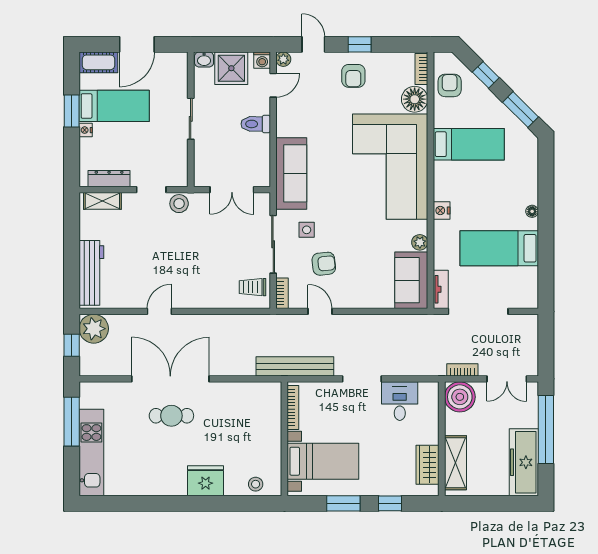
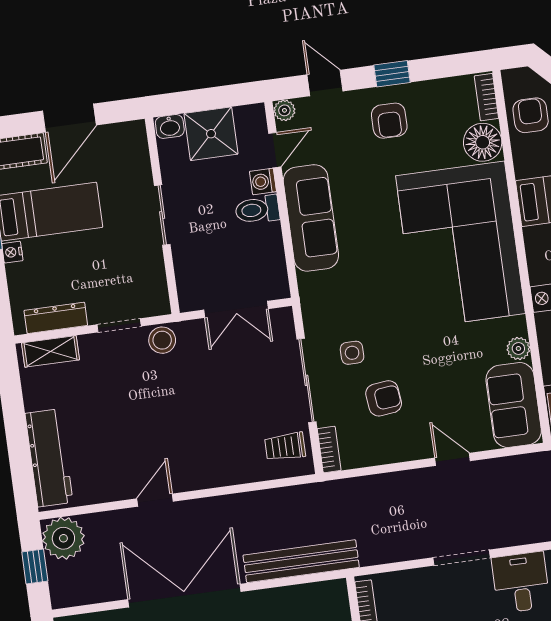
washing machine: (262, 60) -> (263, 181), moved, turned 90
sofa: (291, 173) -> (311, 218), moved
door: (320, 311) -> (452, 459), moved
bench: (295, 366) -> (301, 561), moved

